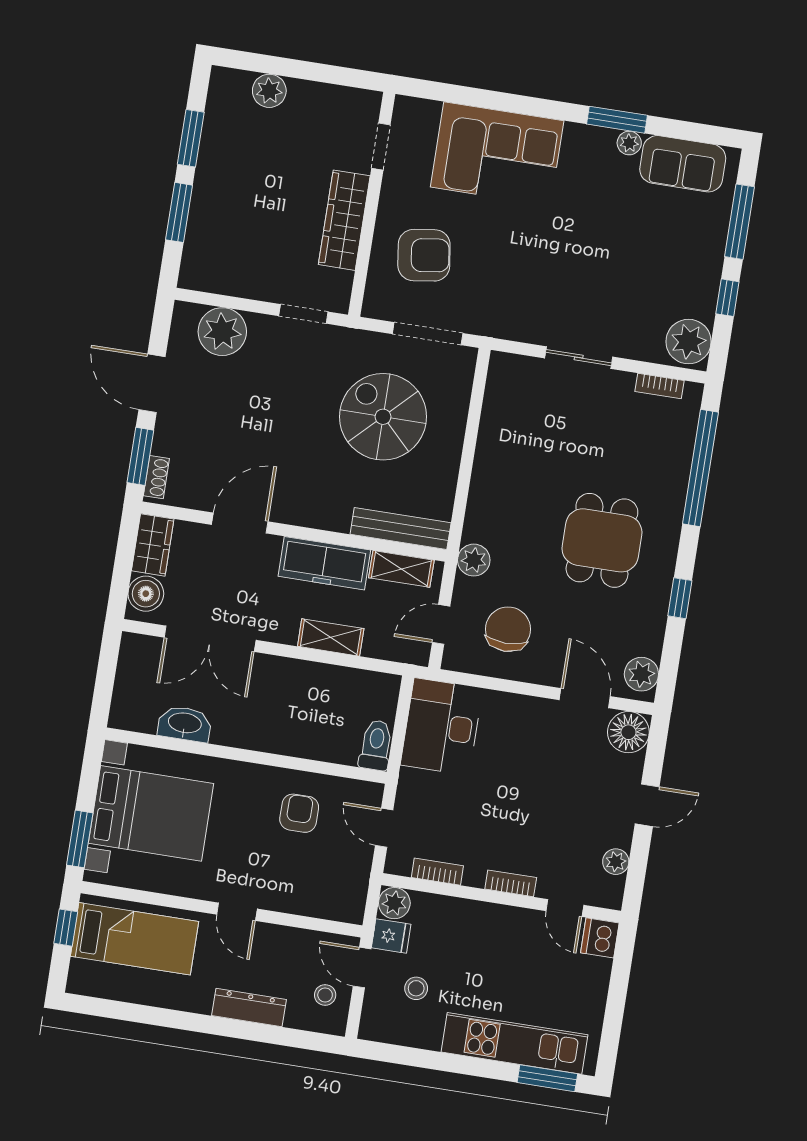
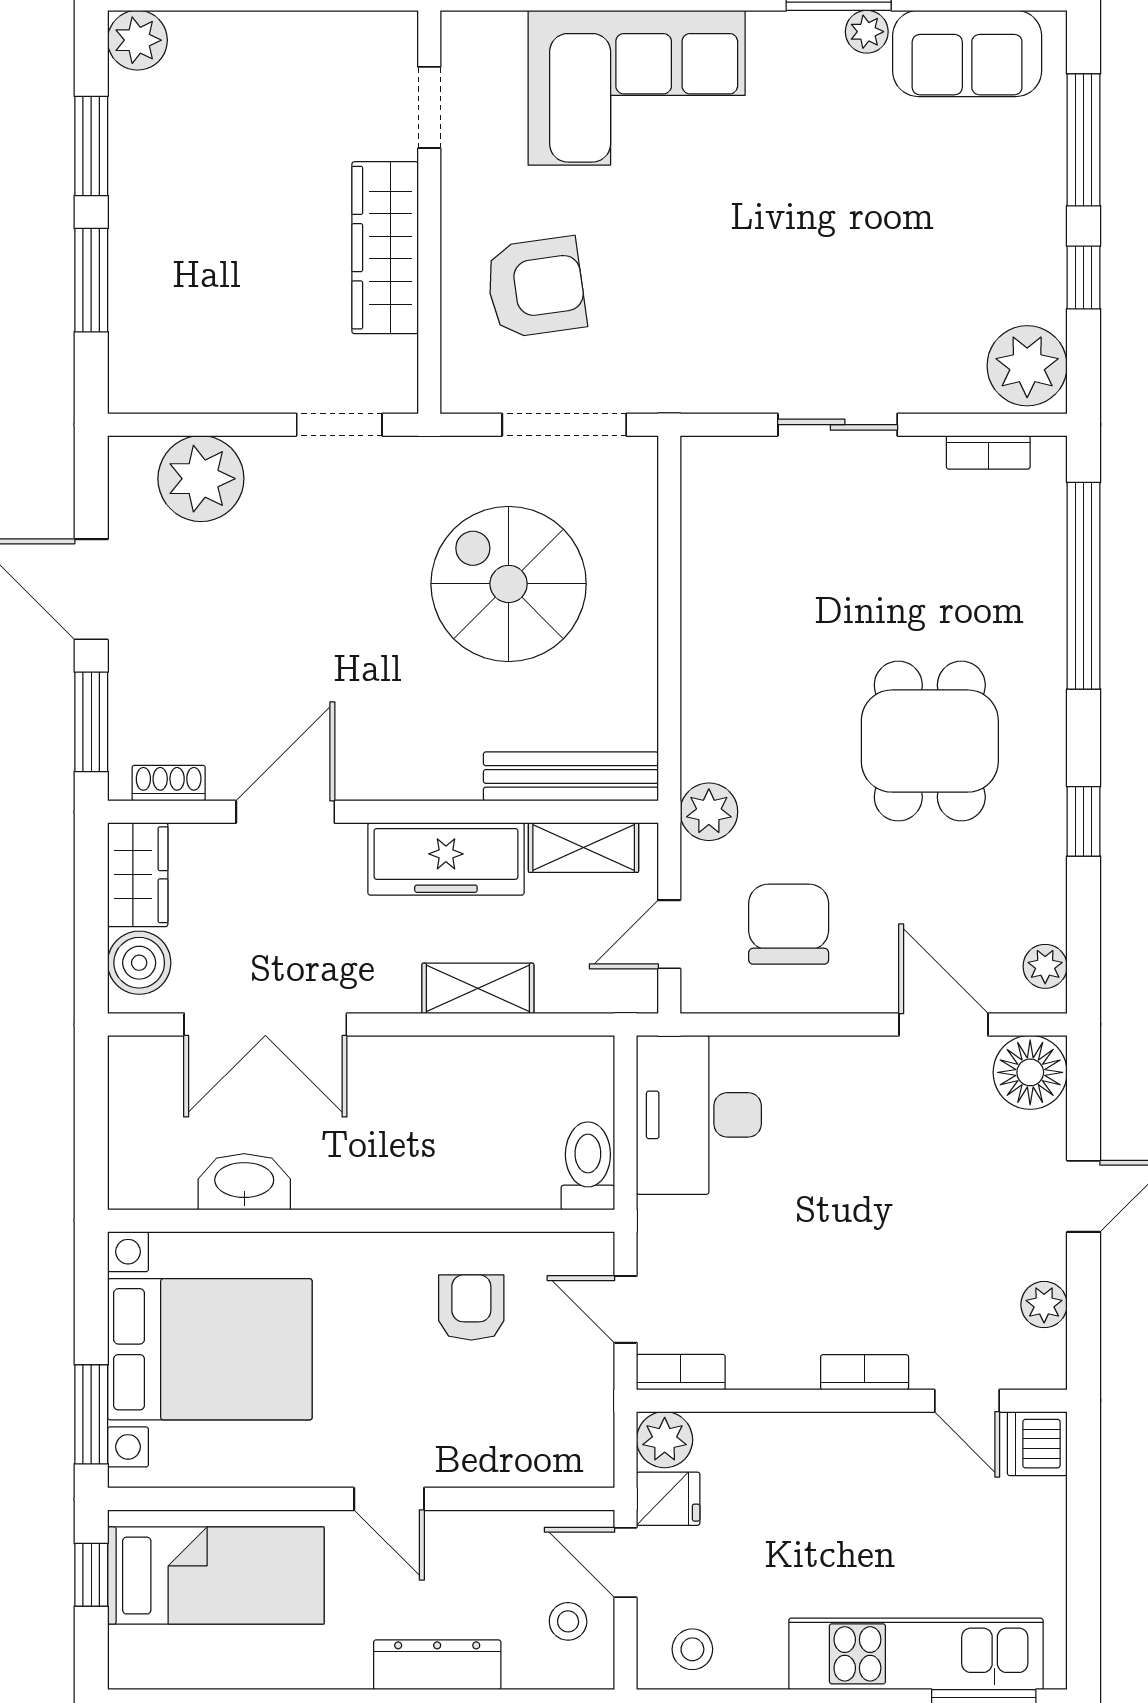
plant: (269, 91) -> (137, 40), moved
shoe rack: (156, 477) -> (169, 783), moved, turned -90
plant: (641, 674) -> (1045, 966), width x0.73, depth x0.73
bookcase: (437, 872) -> (681, 1372), moved
stool: (416, 988) -> (692, 1649), moved

